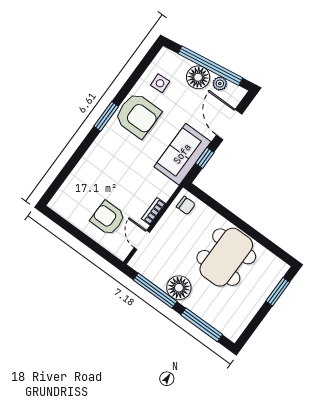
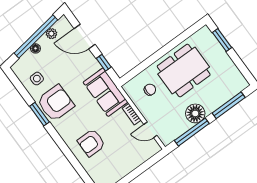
floor lamp: (198, 77) -> (35, 48), width x0.53, depth x0.53
window: (106, 116) -> (39, 114), moved
sofa: (182, 154) -> (106, 92), moved
chair: (186, 205) -> (150, 90), moved
armchair: (108, 218) -> (91, 143), moved
dining table: (226, 257) -> (184, 70), turned 90

